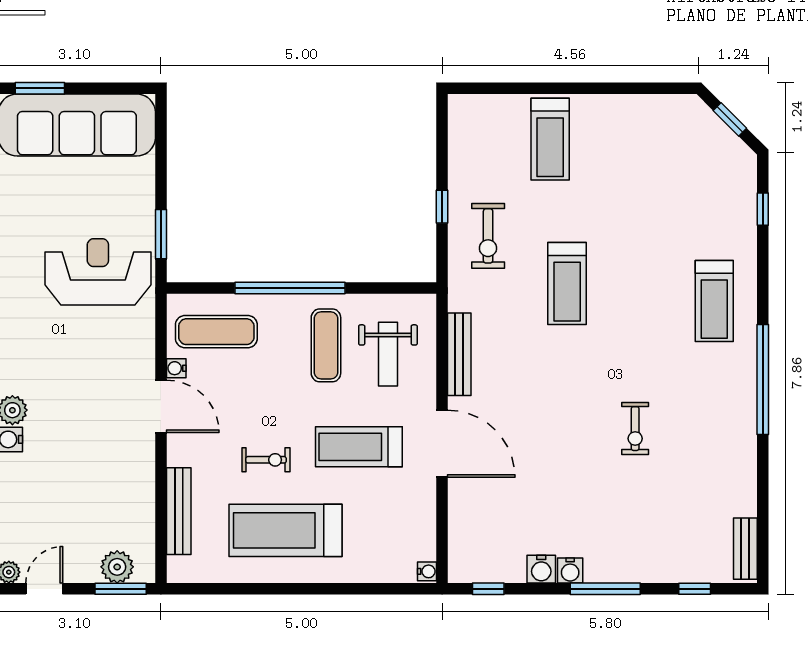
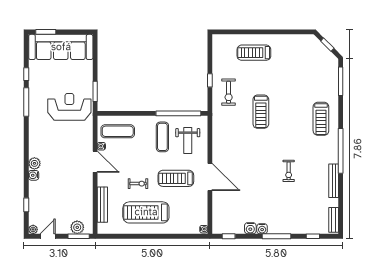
treadmill: (550, 139) -> (254, 53), turned 90
window: (763, 209) -> (341, 81), width x2.17
window: (290, 288) -> (178, 113), moved
bench: (459, 354) -> (334, 181), moved

